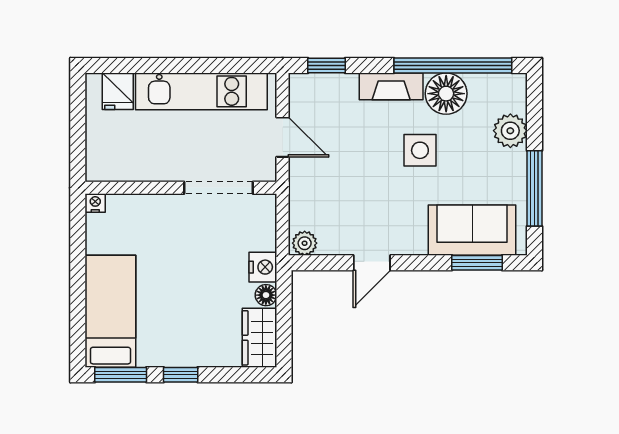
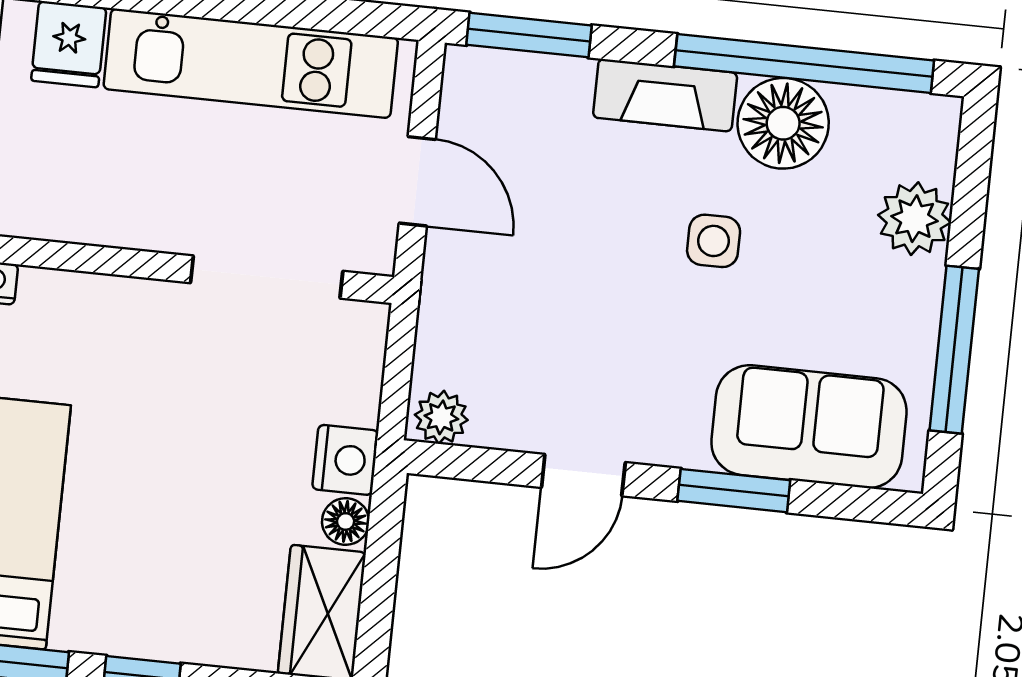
window: (326, 65) -> (529, 35), width x1.50
side table: (420, 150) -> (714, 241), width x0.73, depth x0.73
window: (477, 263) -> (734, 491), moved

